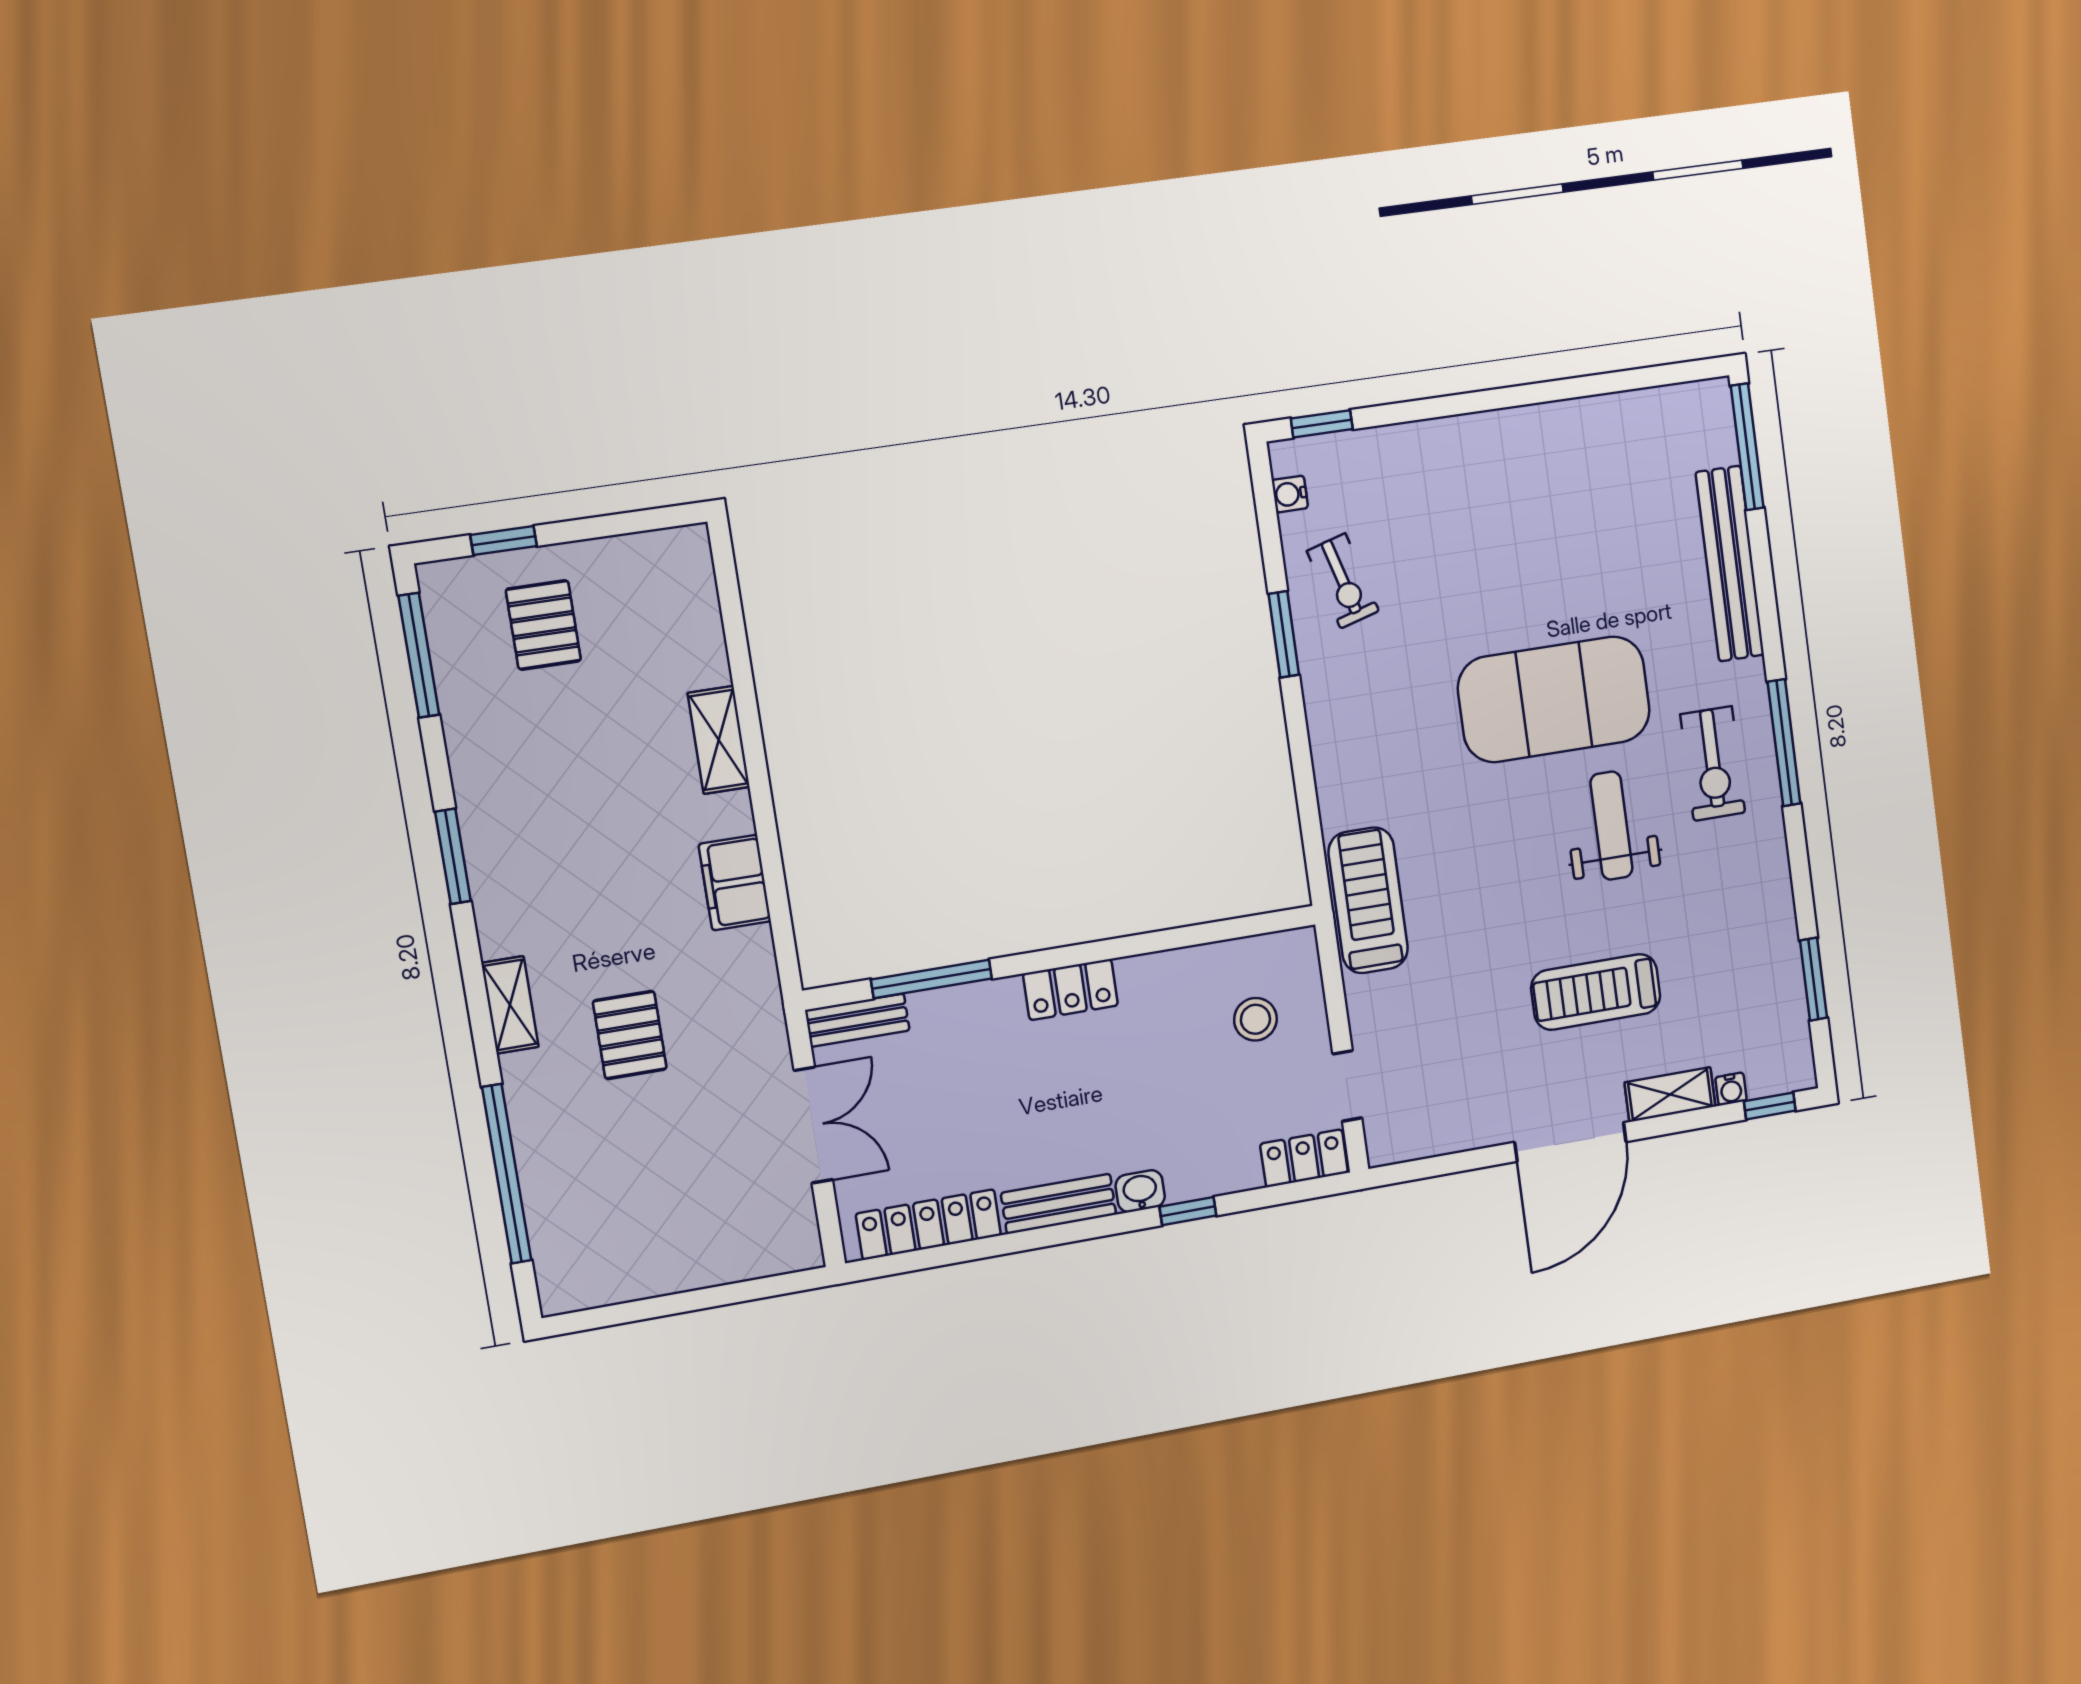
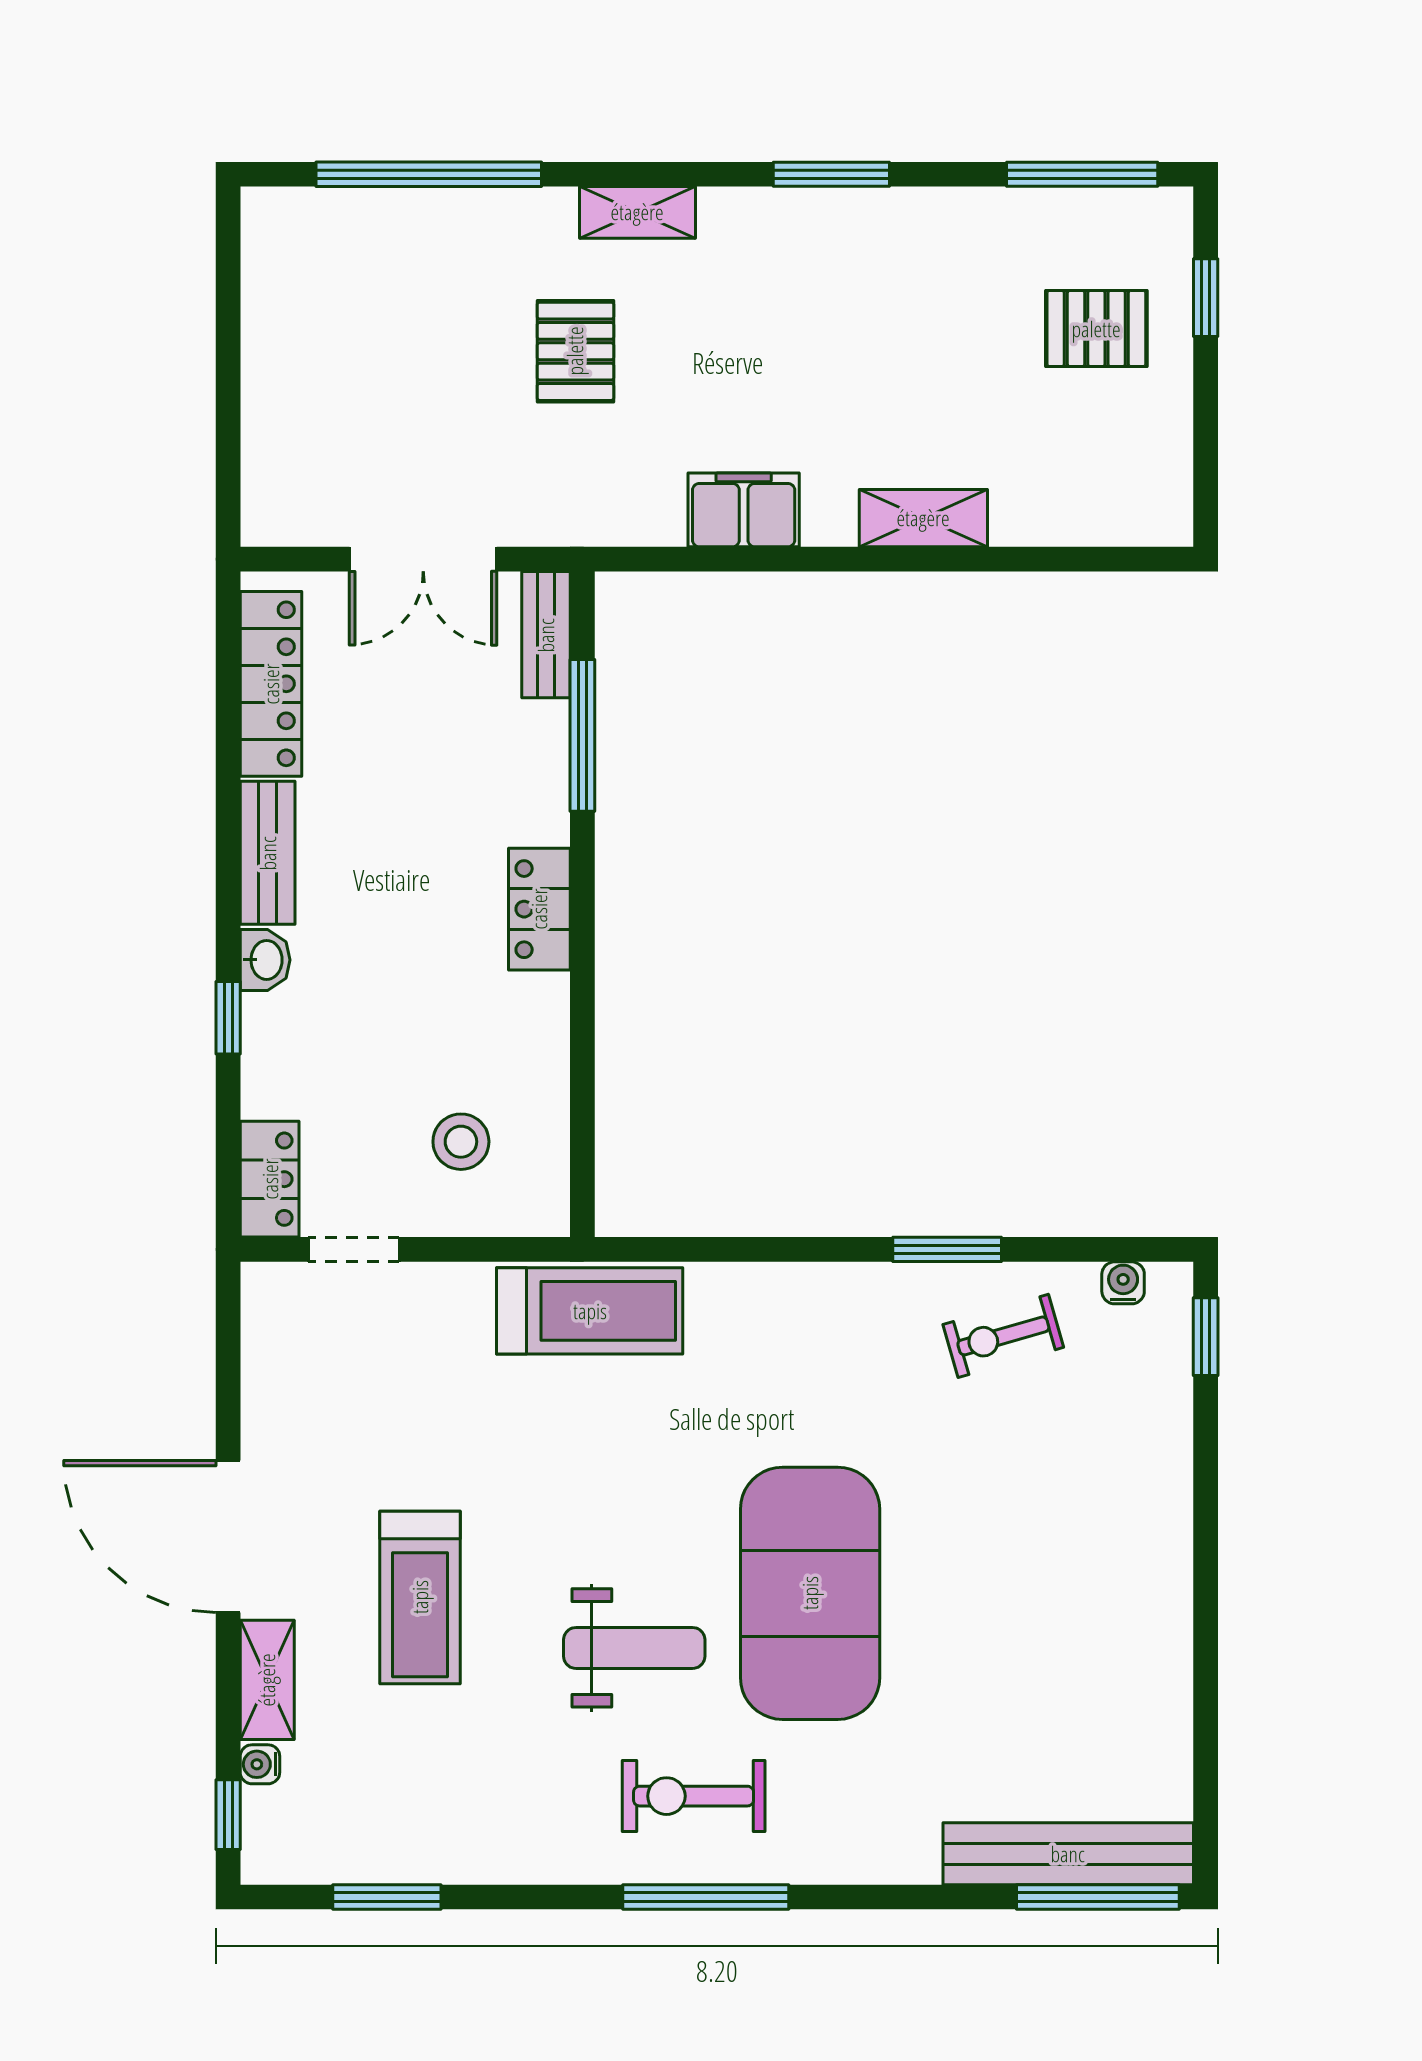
bench: (1730, 564) -> (1068, 1854), moved
treadmill: (1596, 992) -> (420, 1597), turned 180
pallet: (630, 1035) -> (575, 351), turned 90

